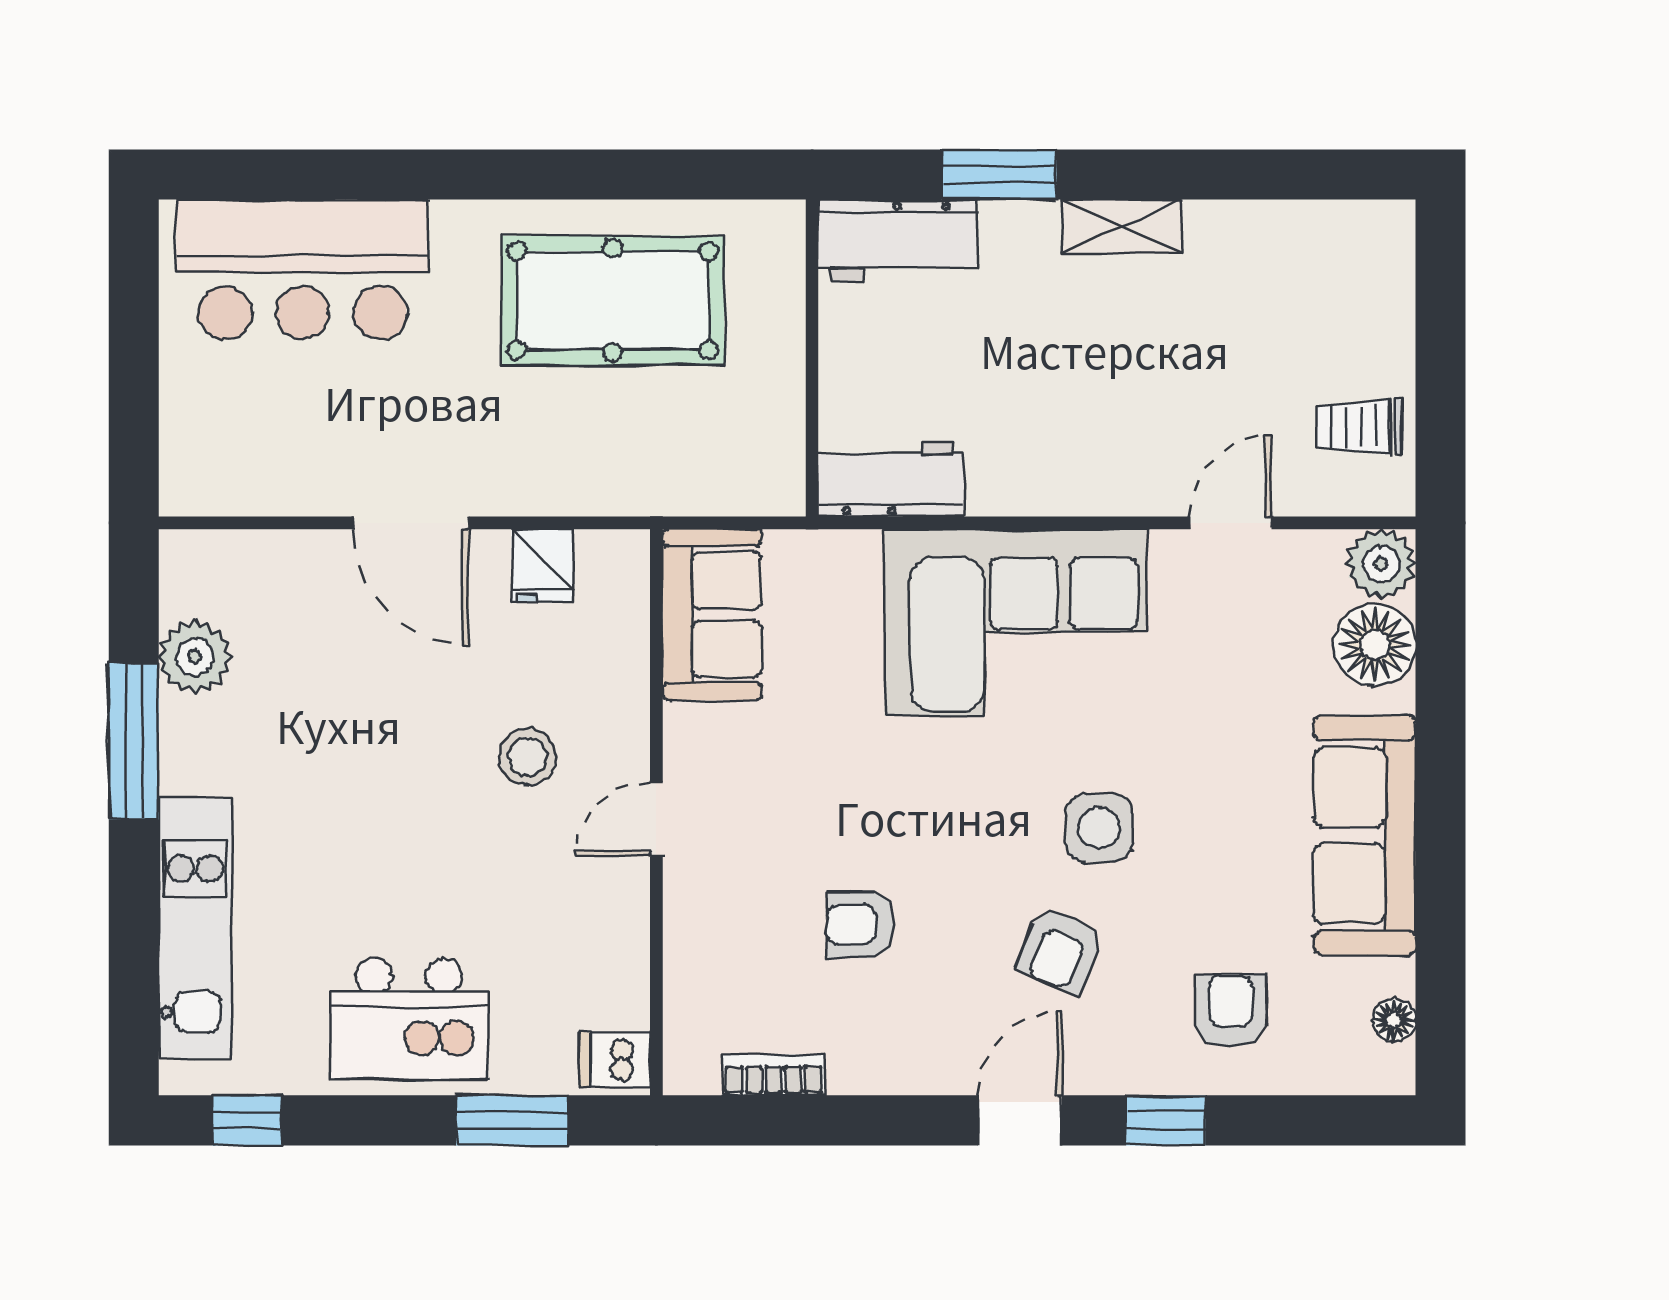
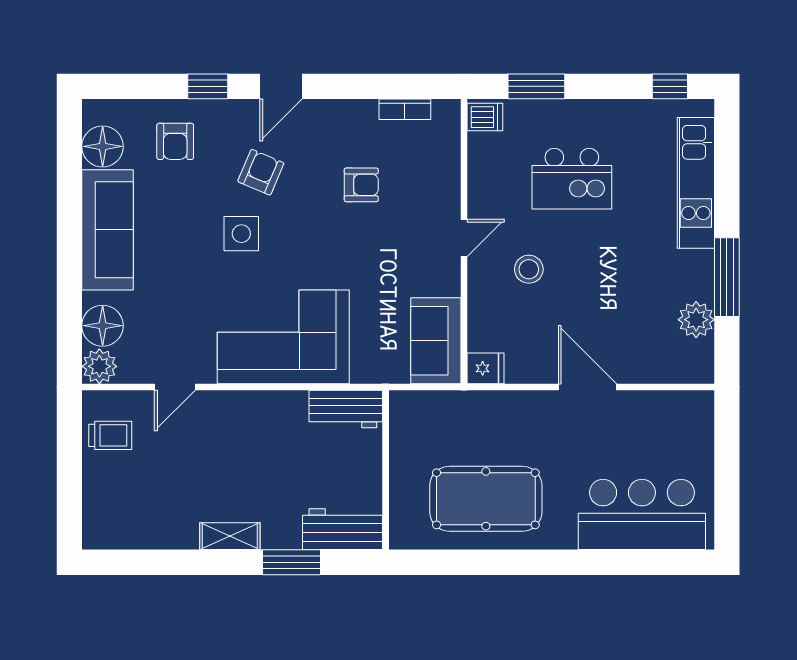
fridge: (542, 566) -> (485, 368), moved, turned 90
kitchen island: (409, 1019) -> (572, 179), moved, turned 180
floor lamp: (1394, 1020) -> (103, 146), width x1.89, depth x1.89

